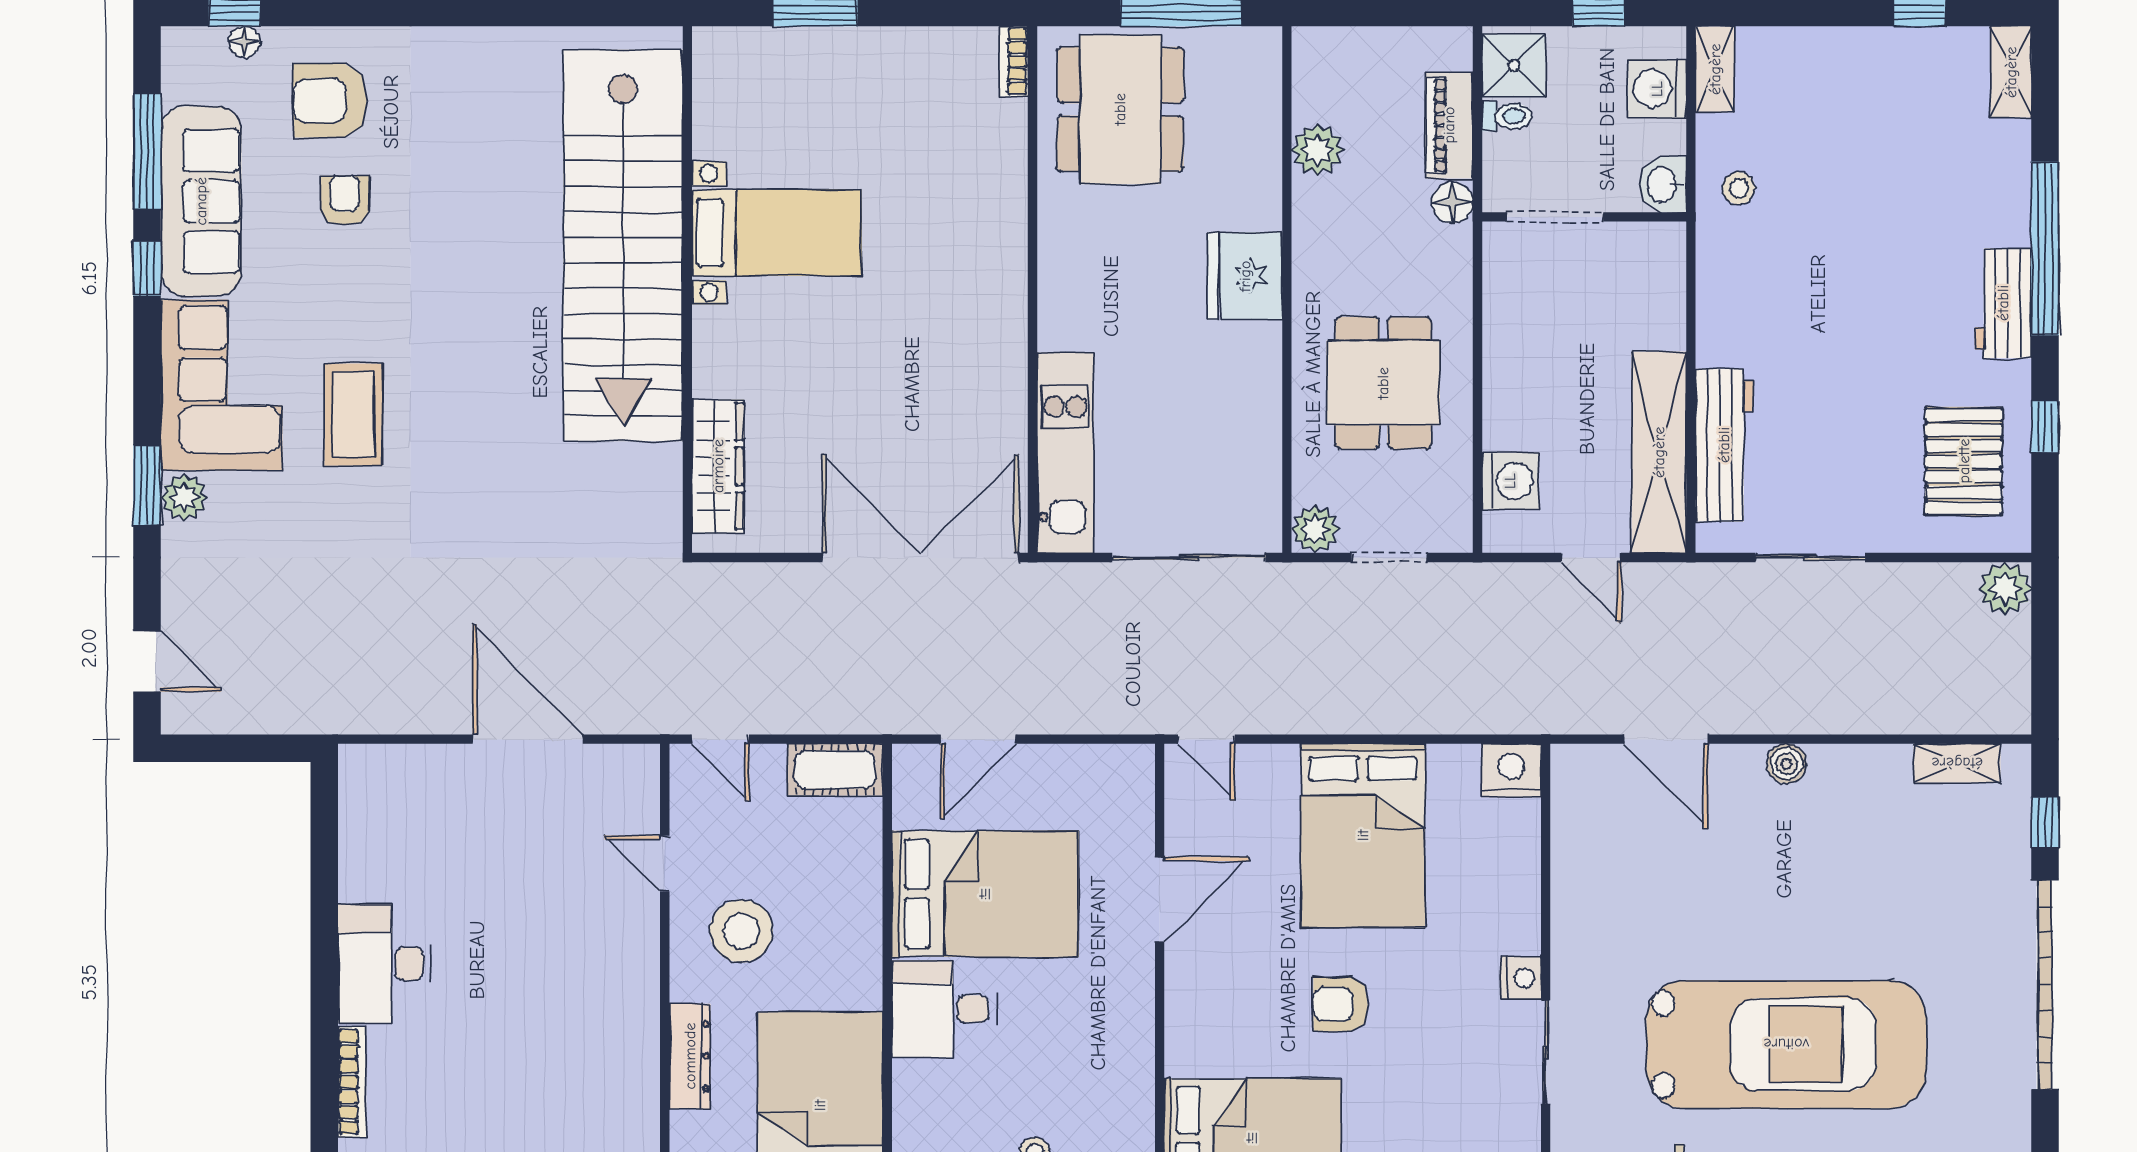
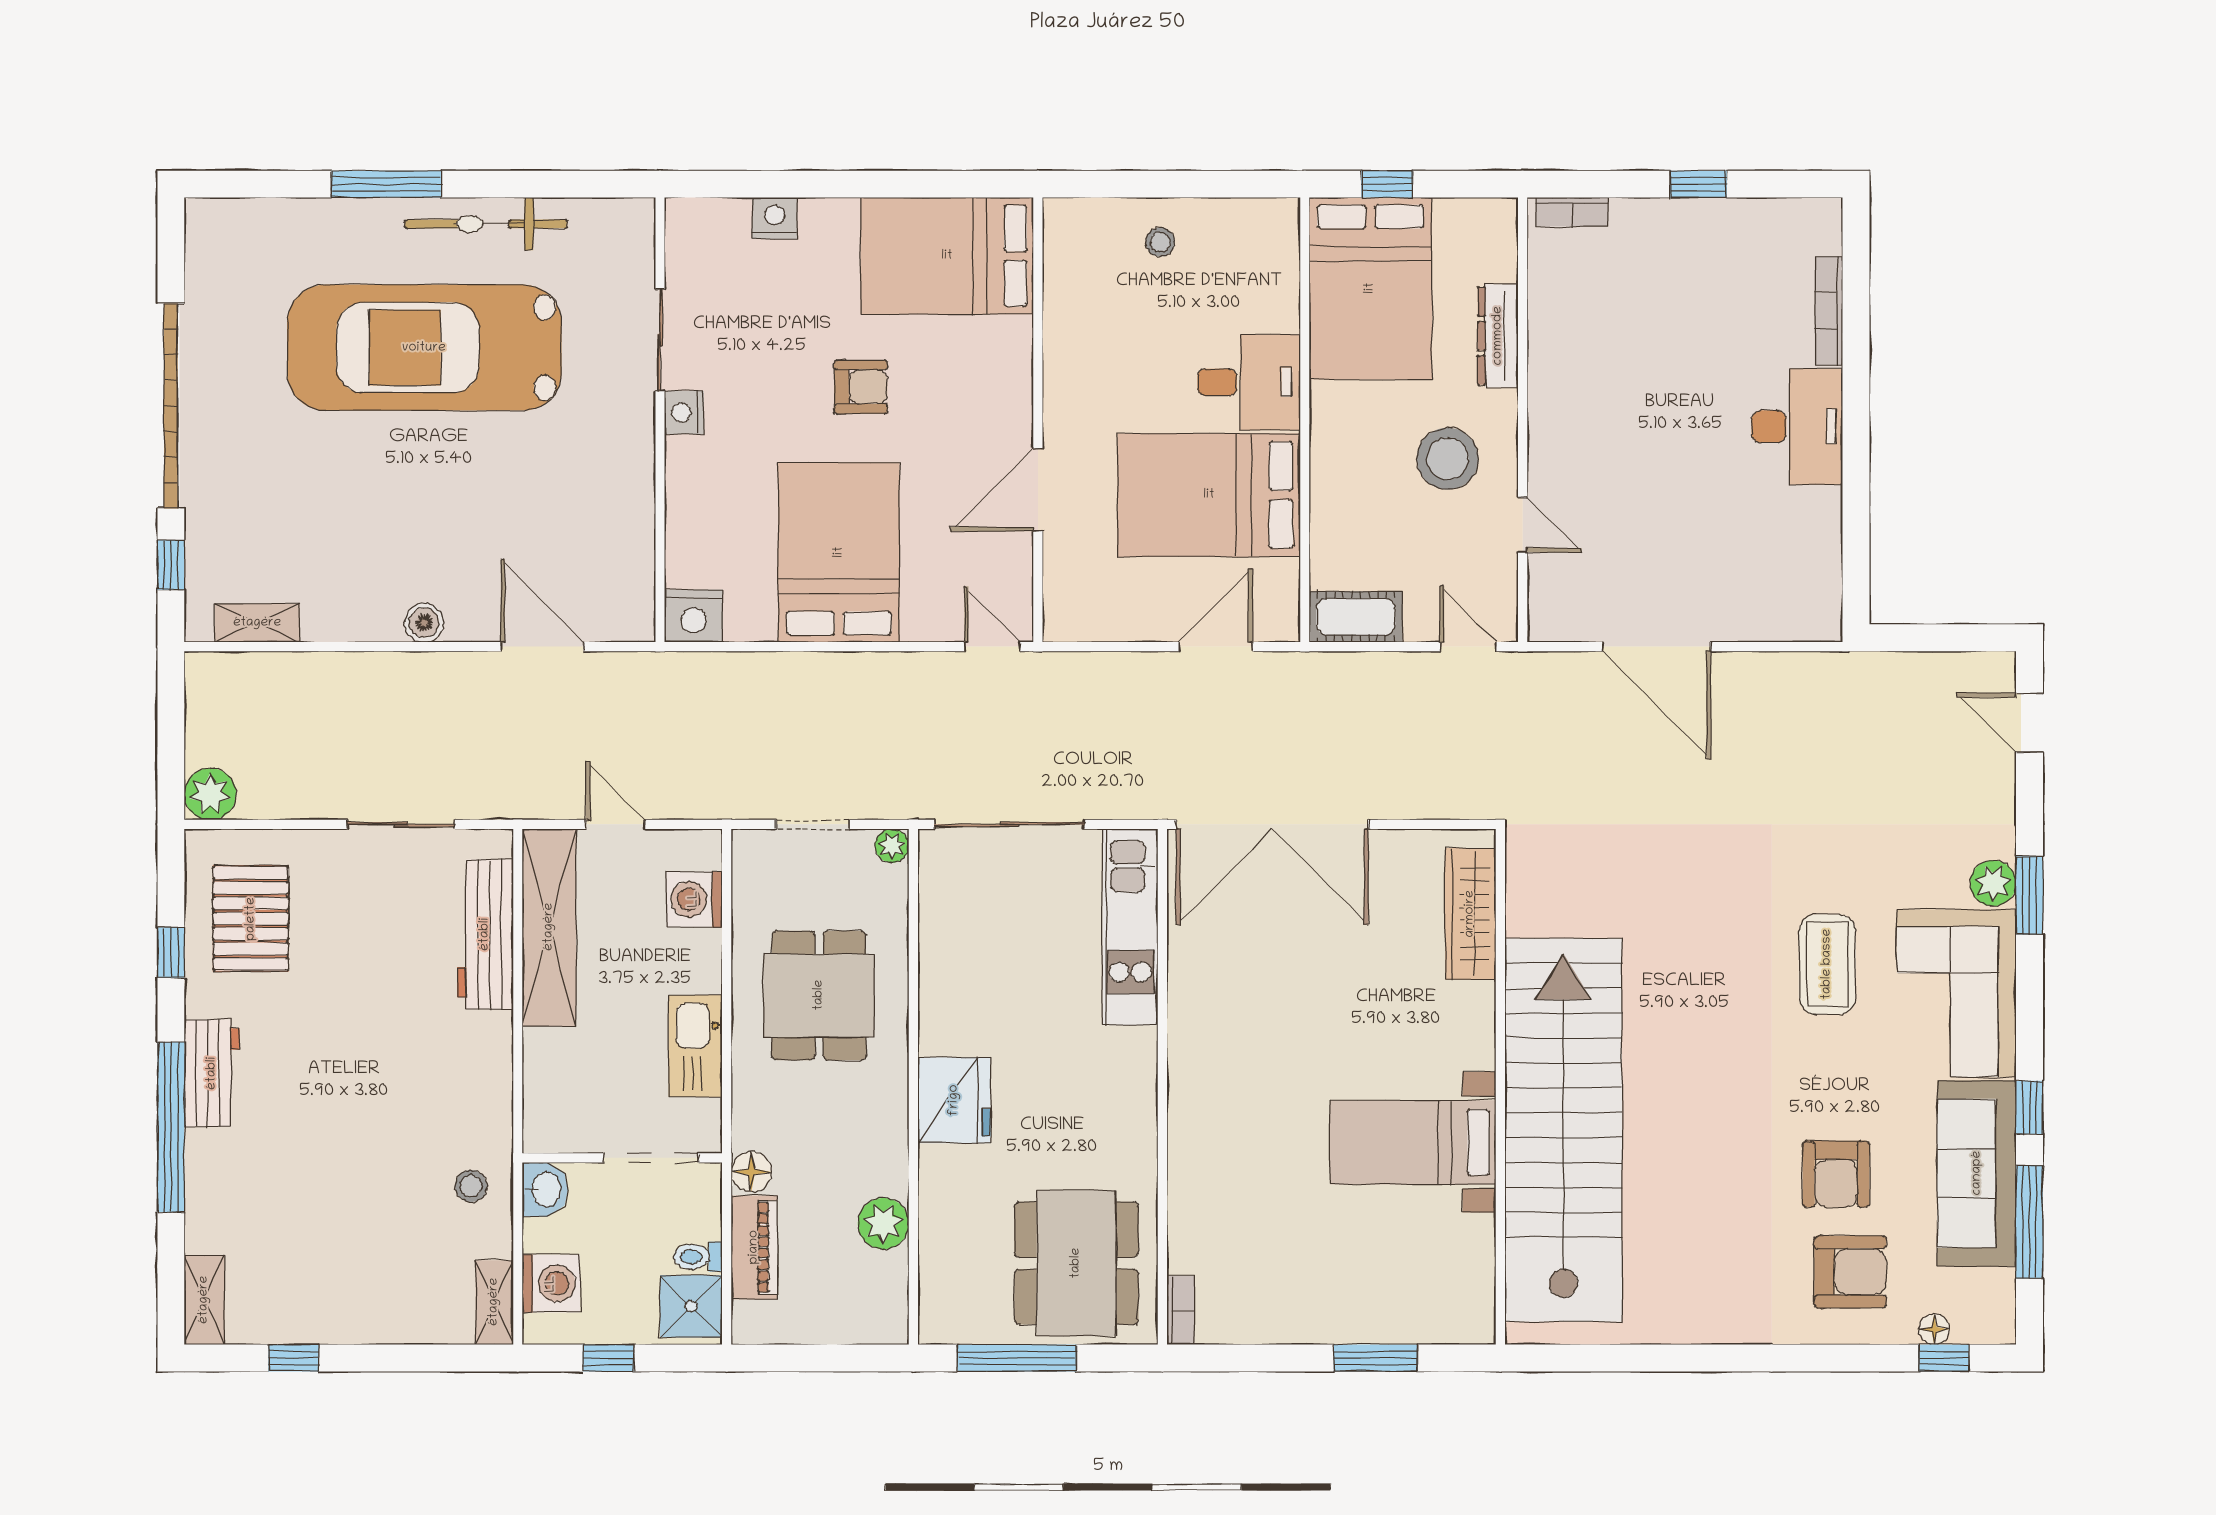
armchair: (345, 200) -> (1836, 1174), width x1.38, depth x1.38
kitchen sink: (1509, 331) -> (695, 1046), added
plant: (1315, 529) -> (892, 846), width x0.73, depth x0.73

